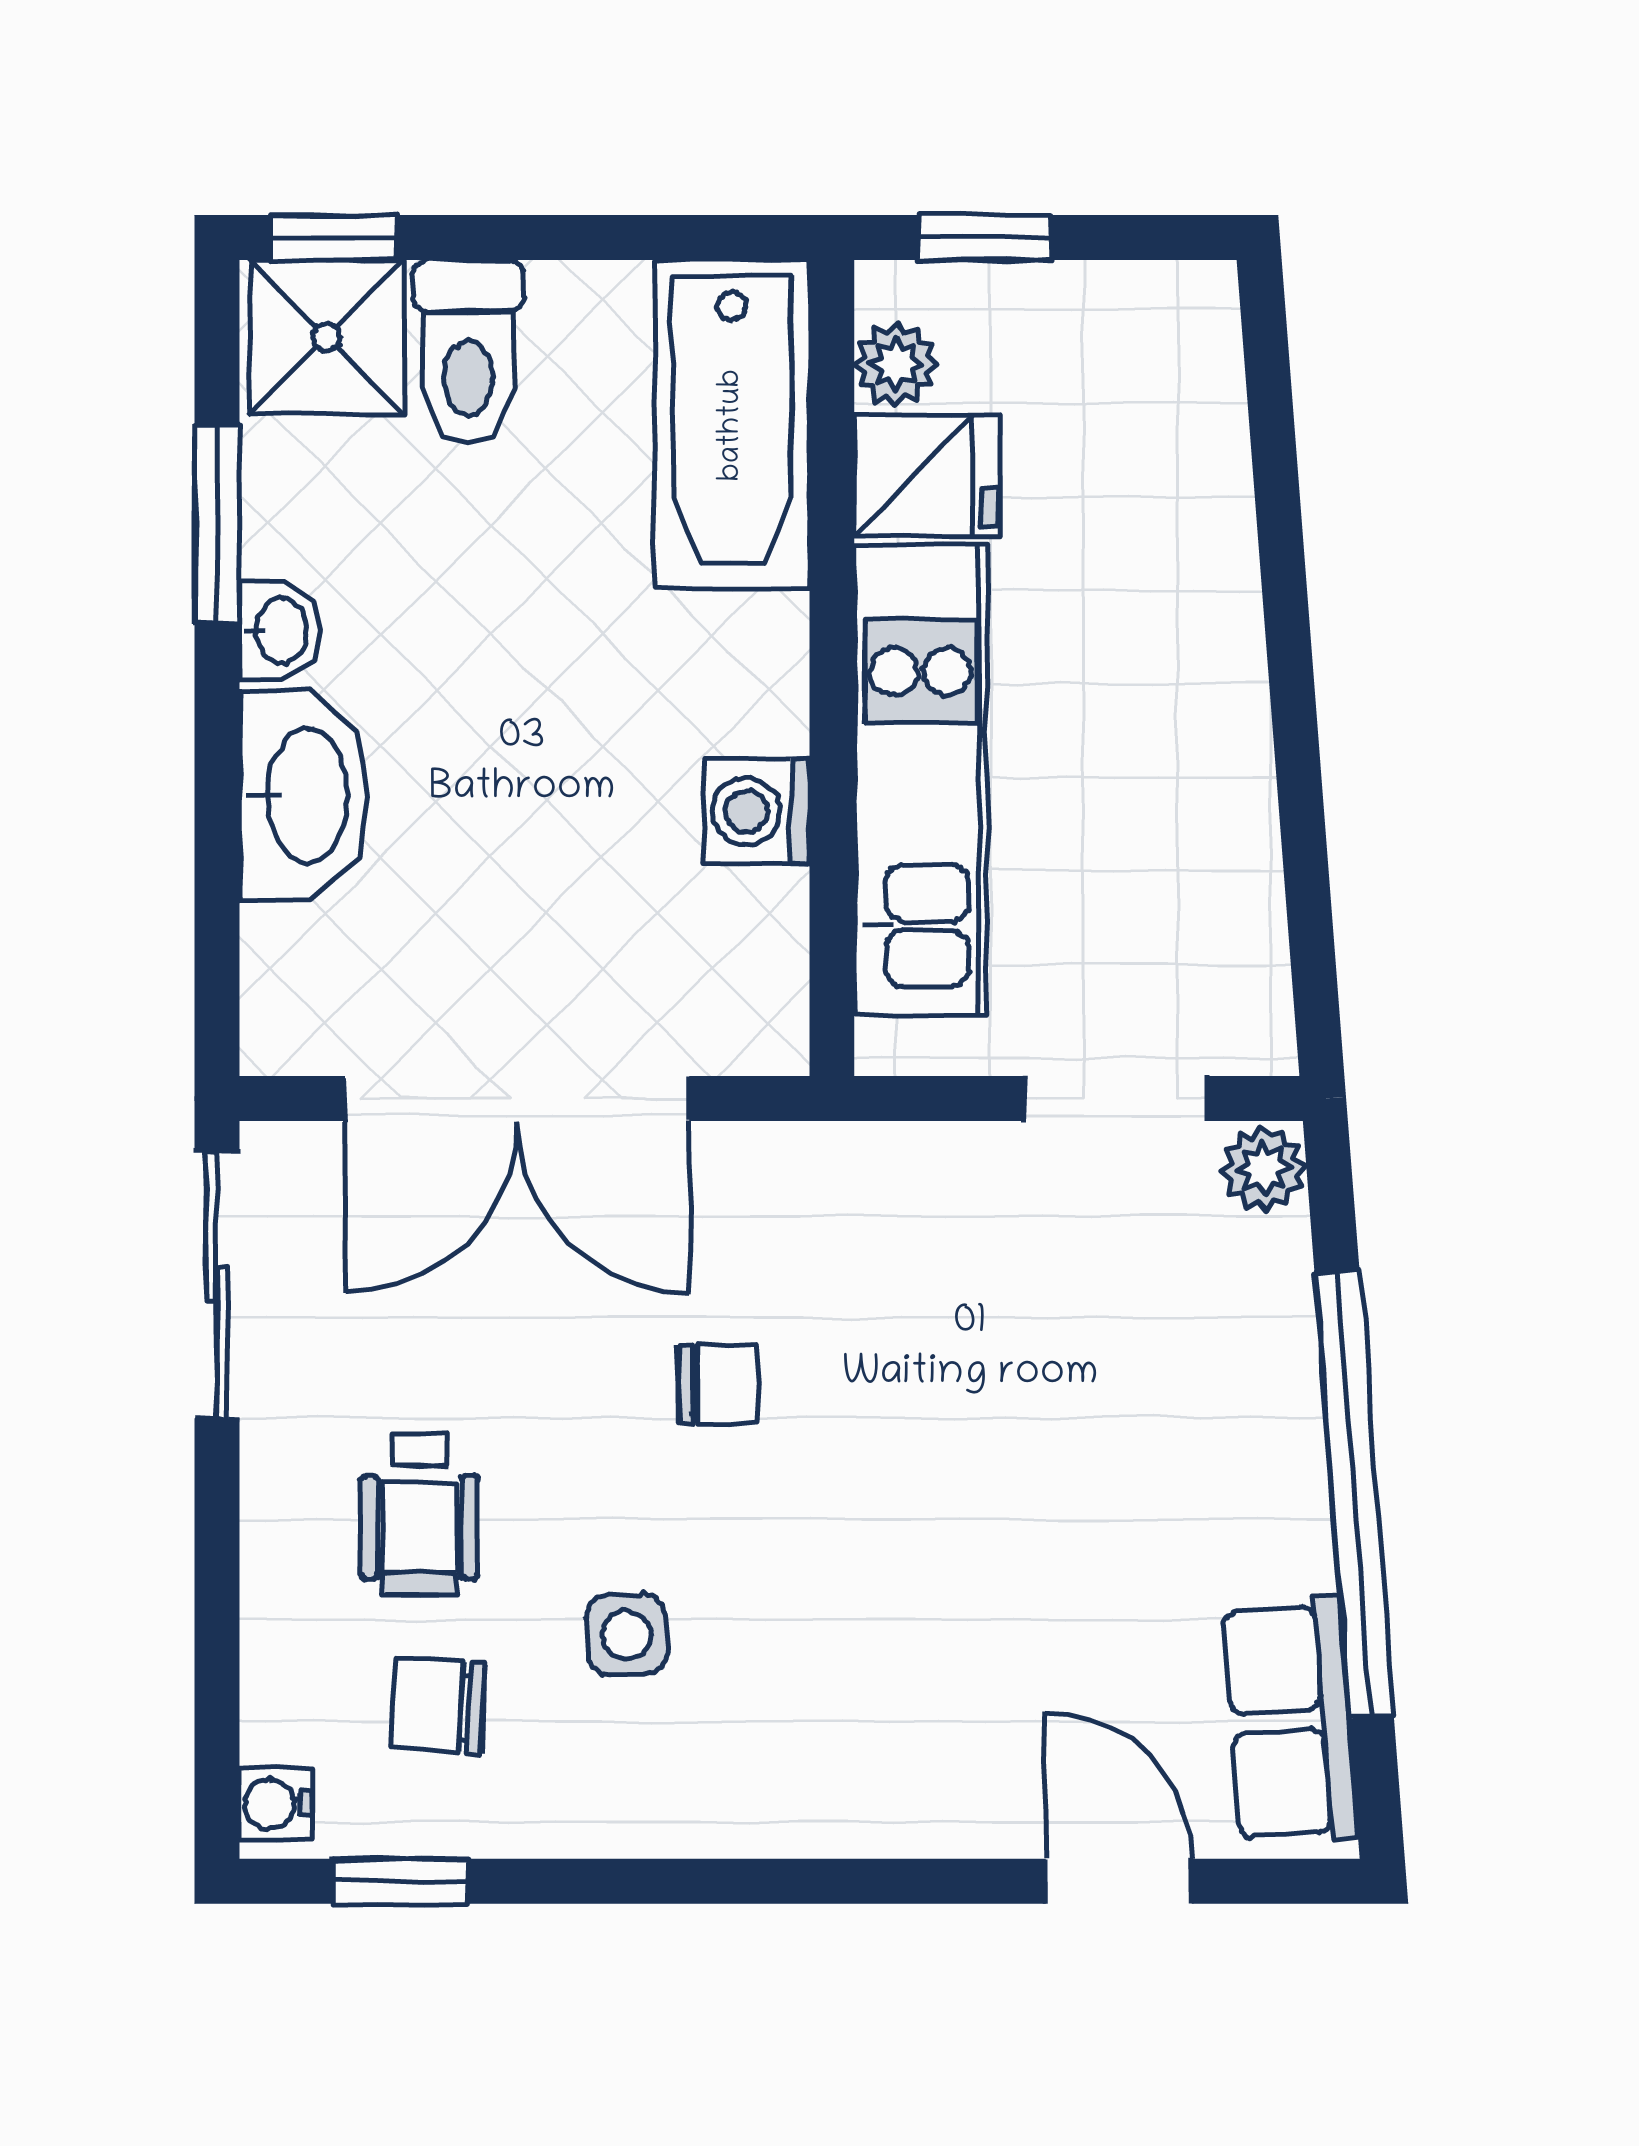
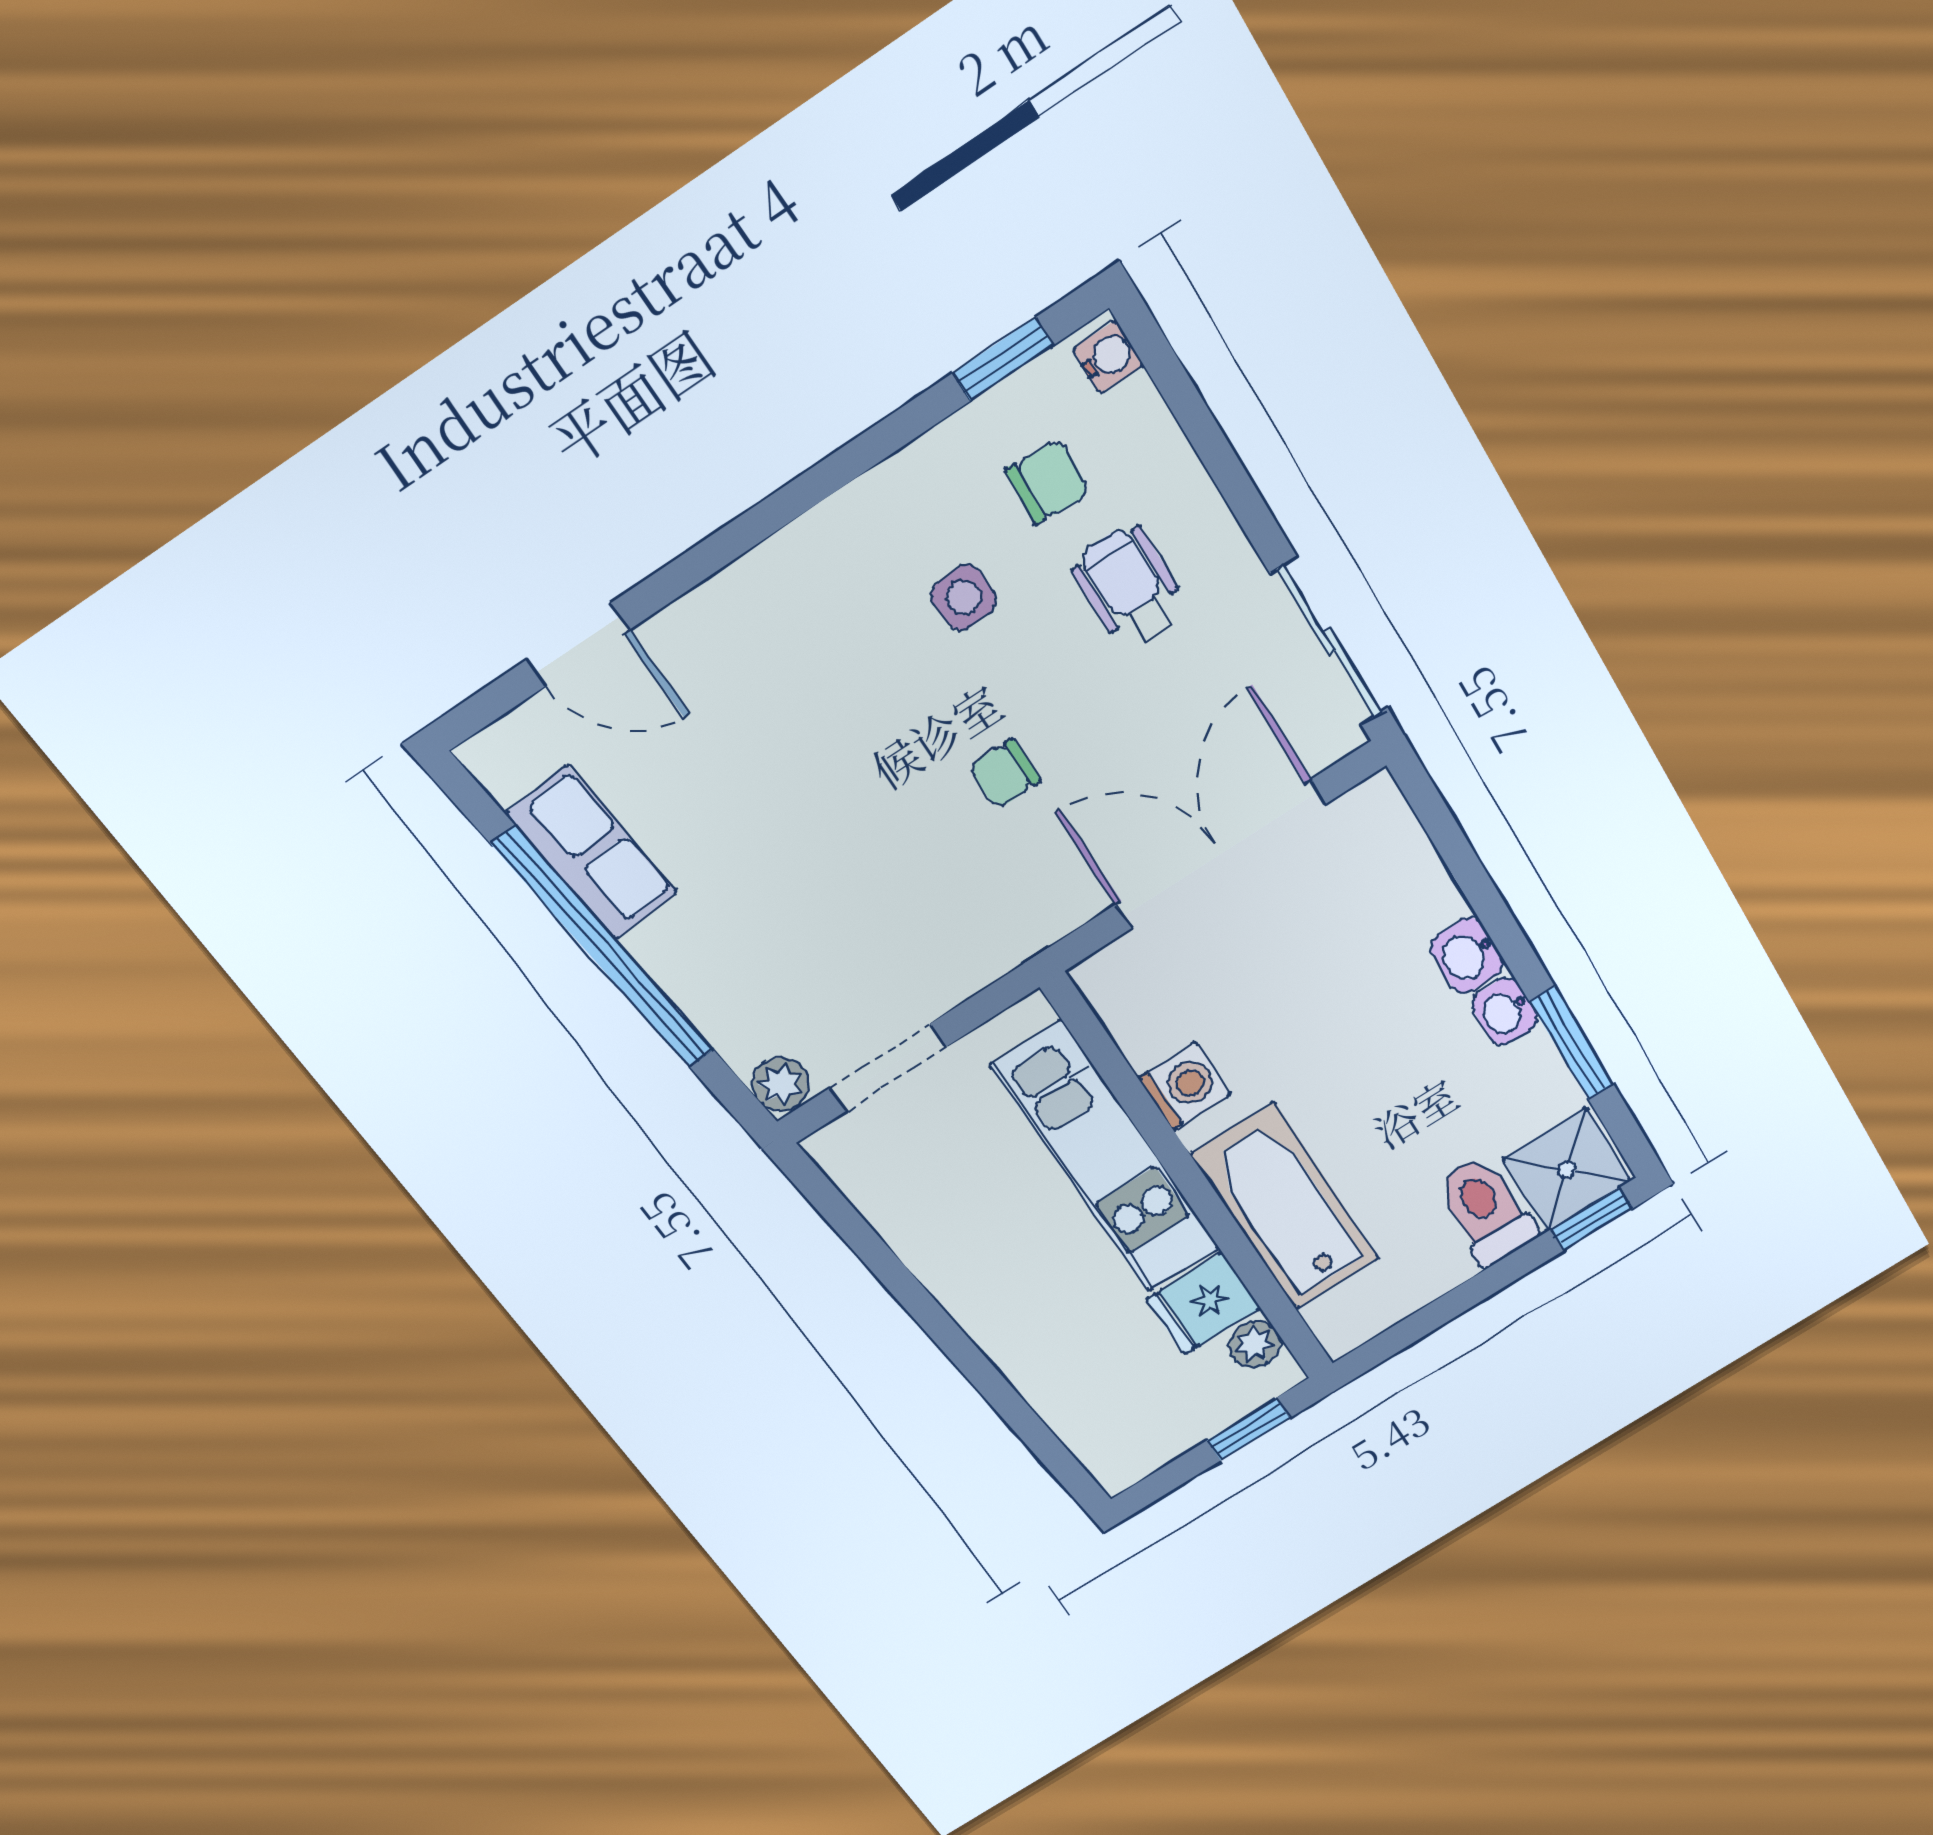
bathtub: (732, 425) -> (1285, 1207), moved
washbasin: (304, 795) -> (1467, 955), width x0.52, depth x0.69
row of seats: (1290, 1721) -> (592, 853), moved

